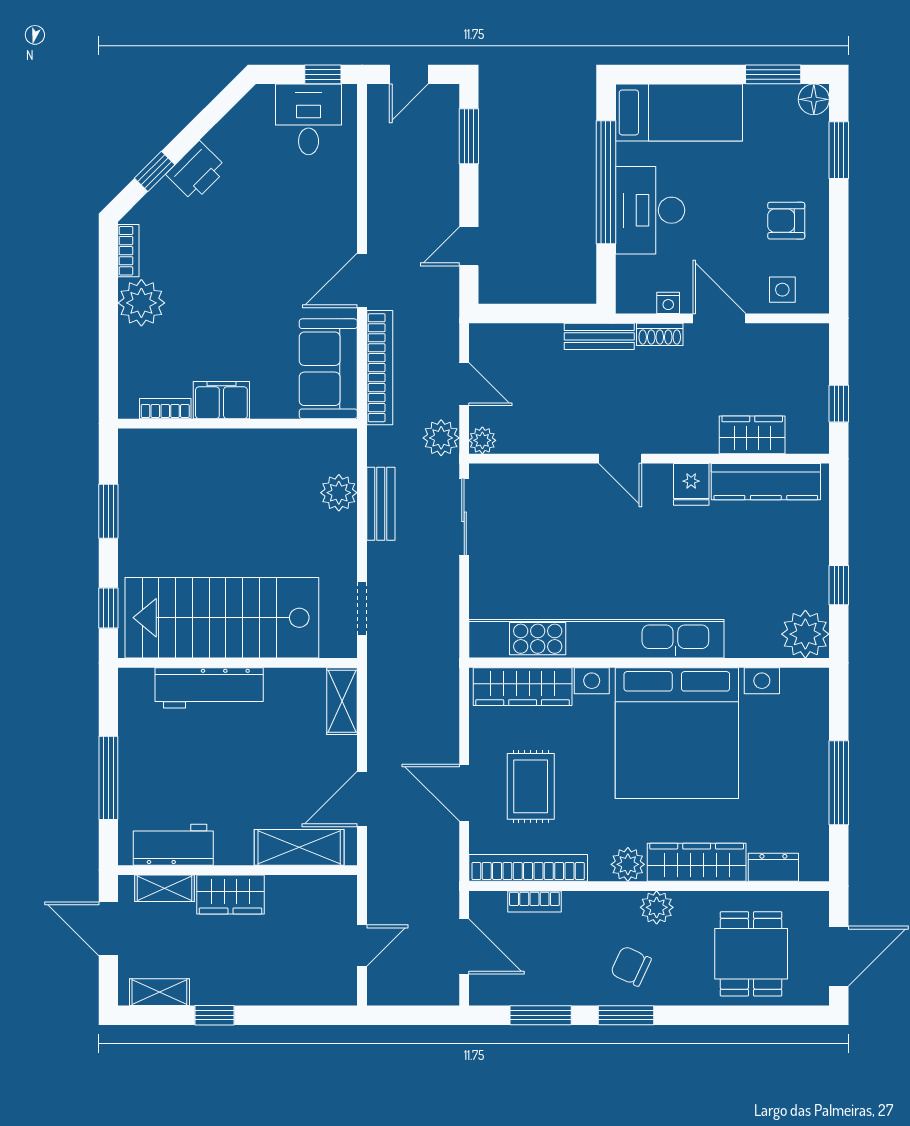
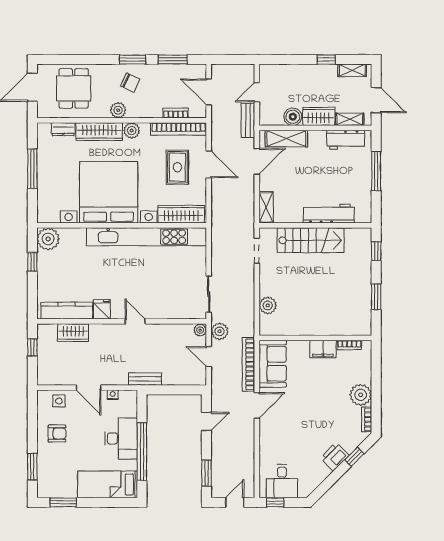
floor lamp: (814, 99) -> (44, 491), removed
shoe rack: (660, 334) -> (117, 380), removed
bench: (381, 504) -> (248, 120), moved
stairs: (222, 618) -> (311, 240), width x0.73, depth x0.66
boiler: (285, 894) -> (293, 117), added

